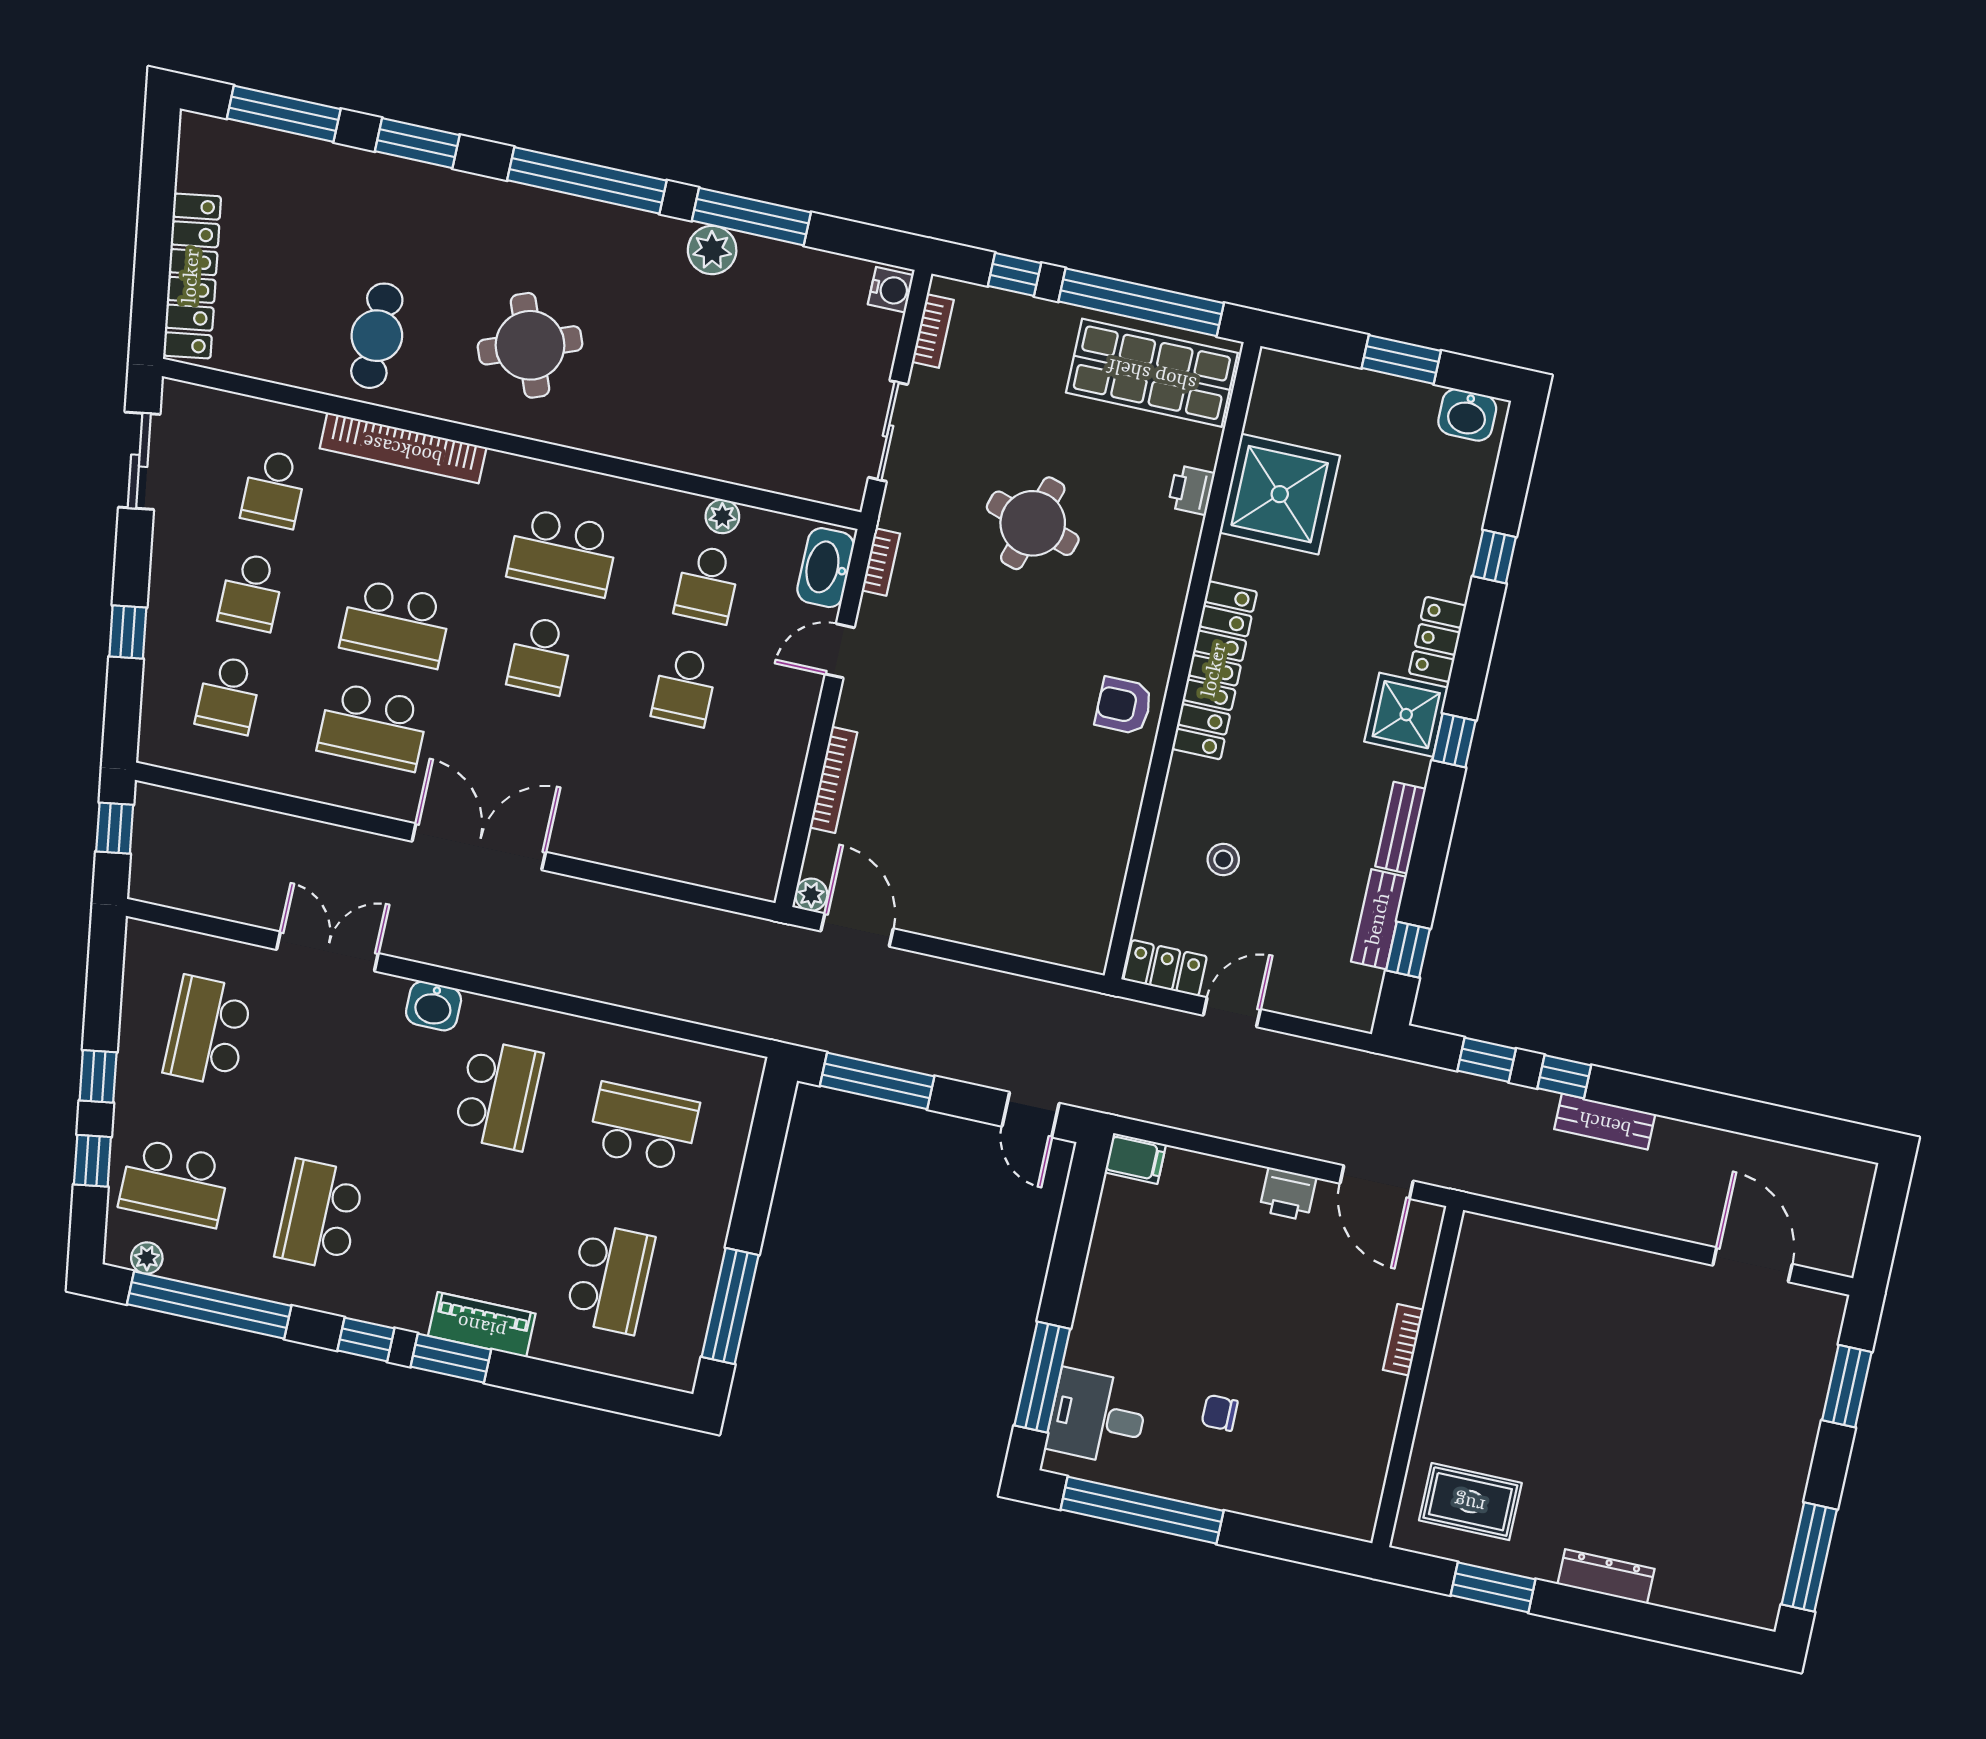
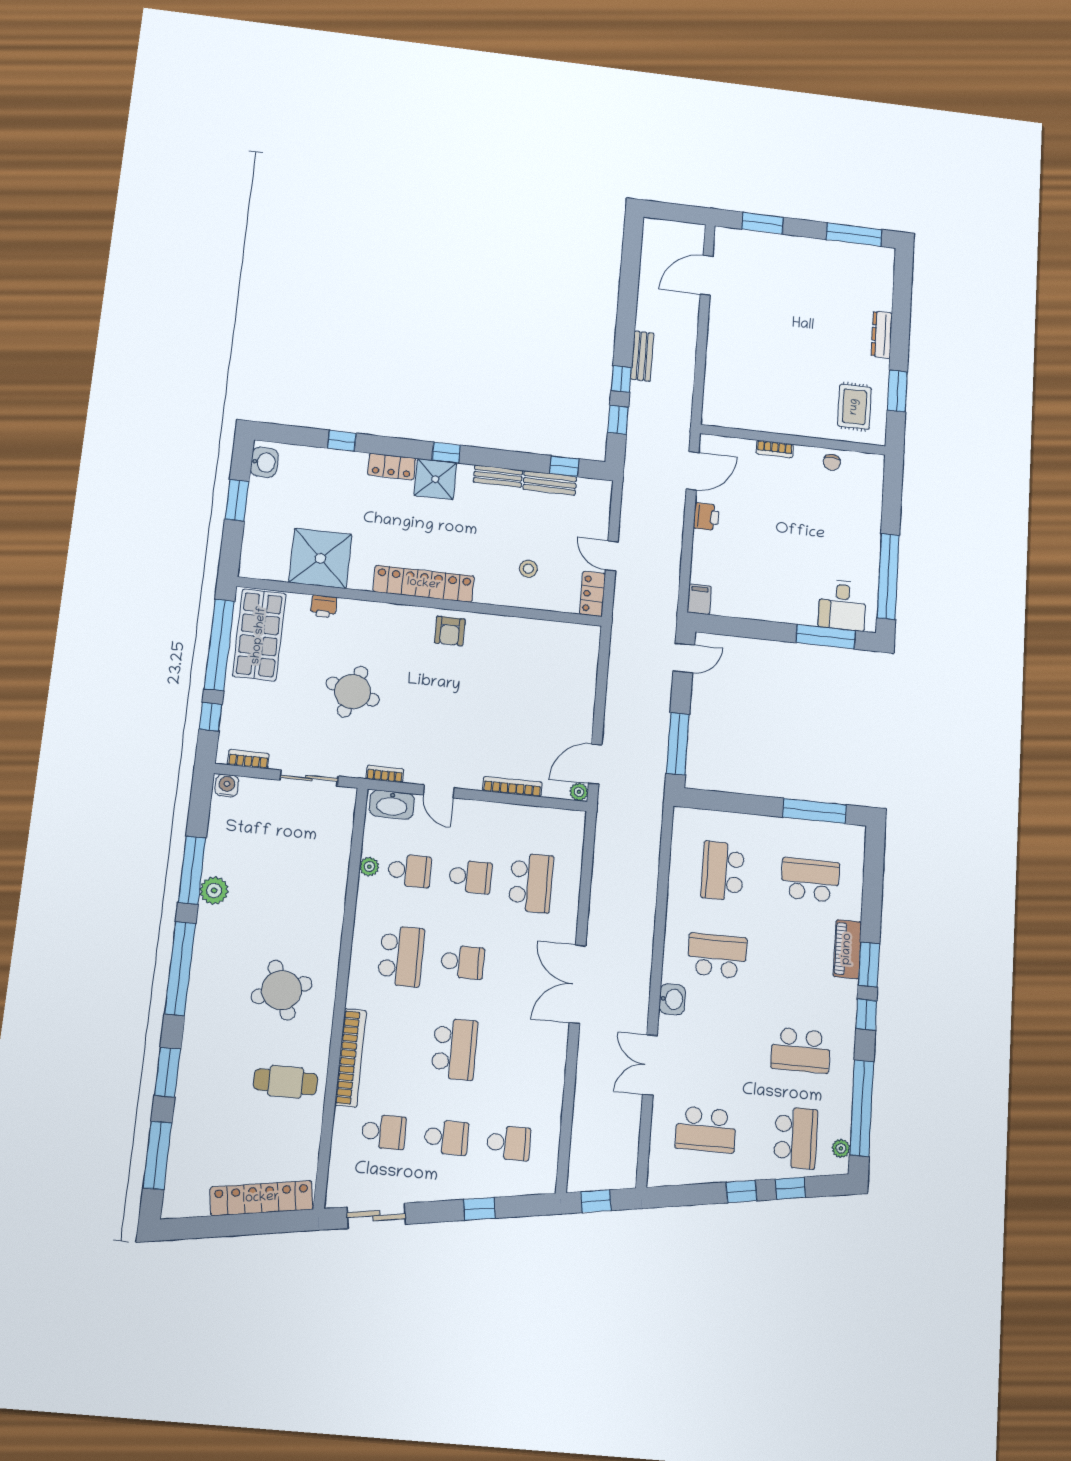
school desk: (373, 727) -> (531, 883), moved
chair: (1220, 1413) -> (832, 462), moved

